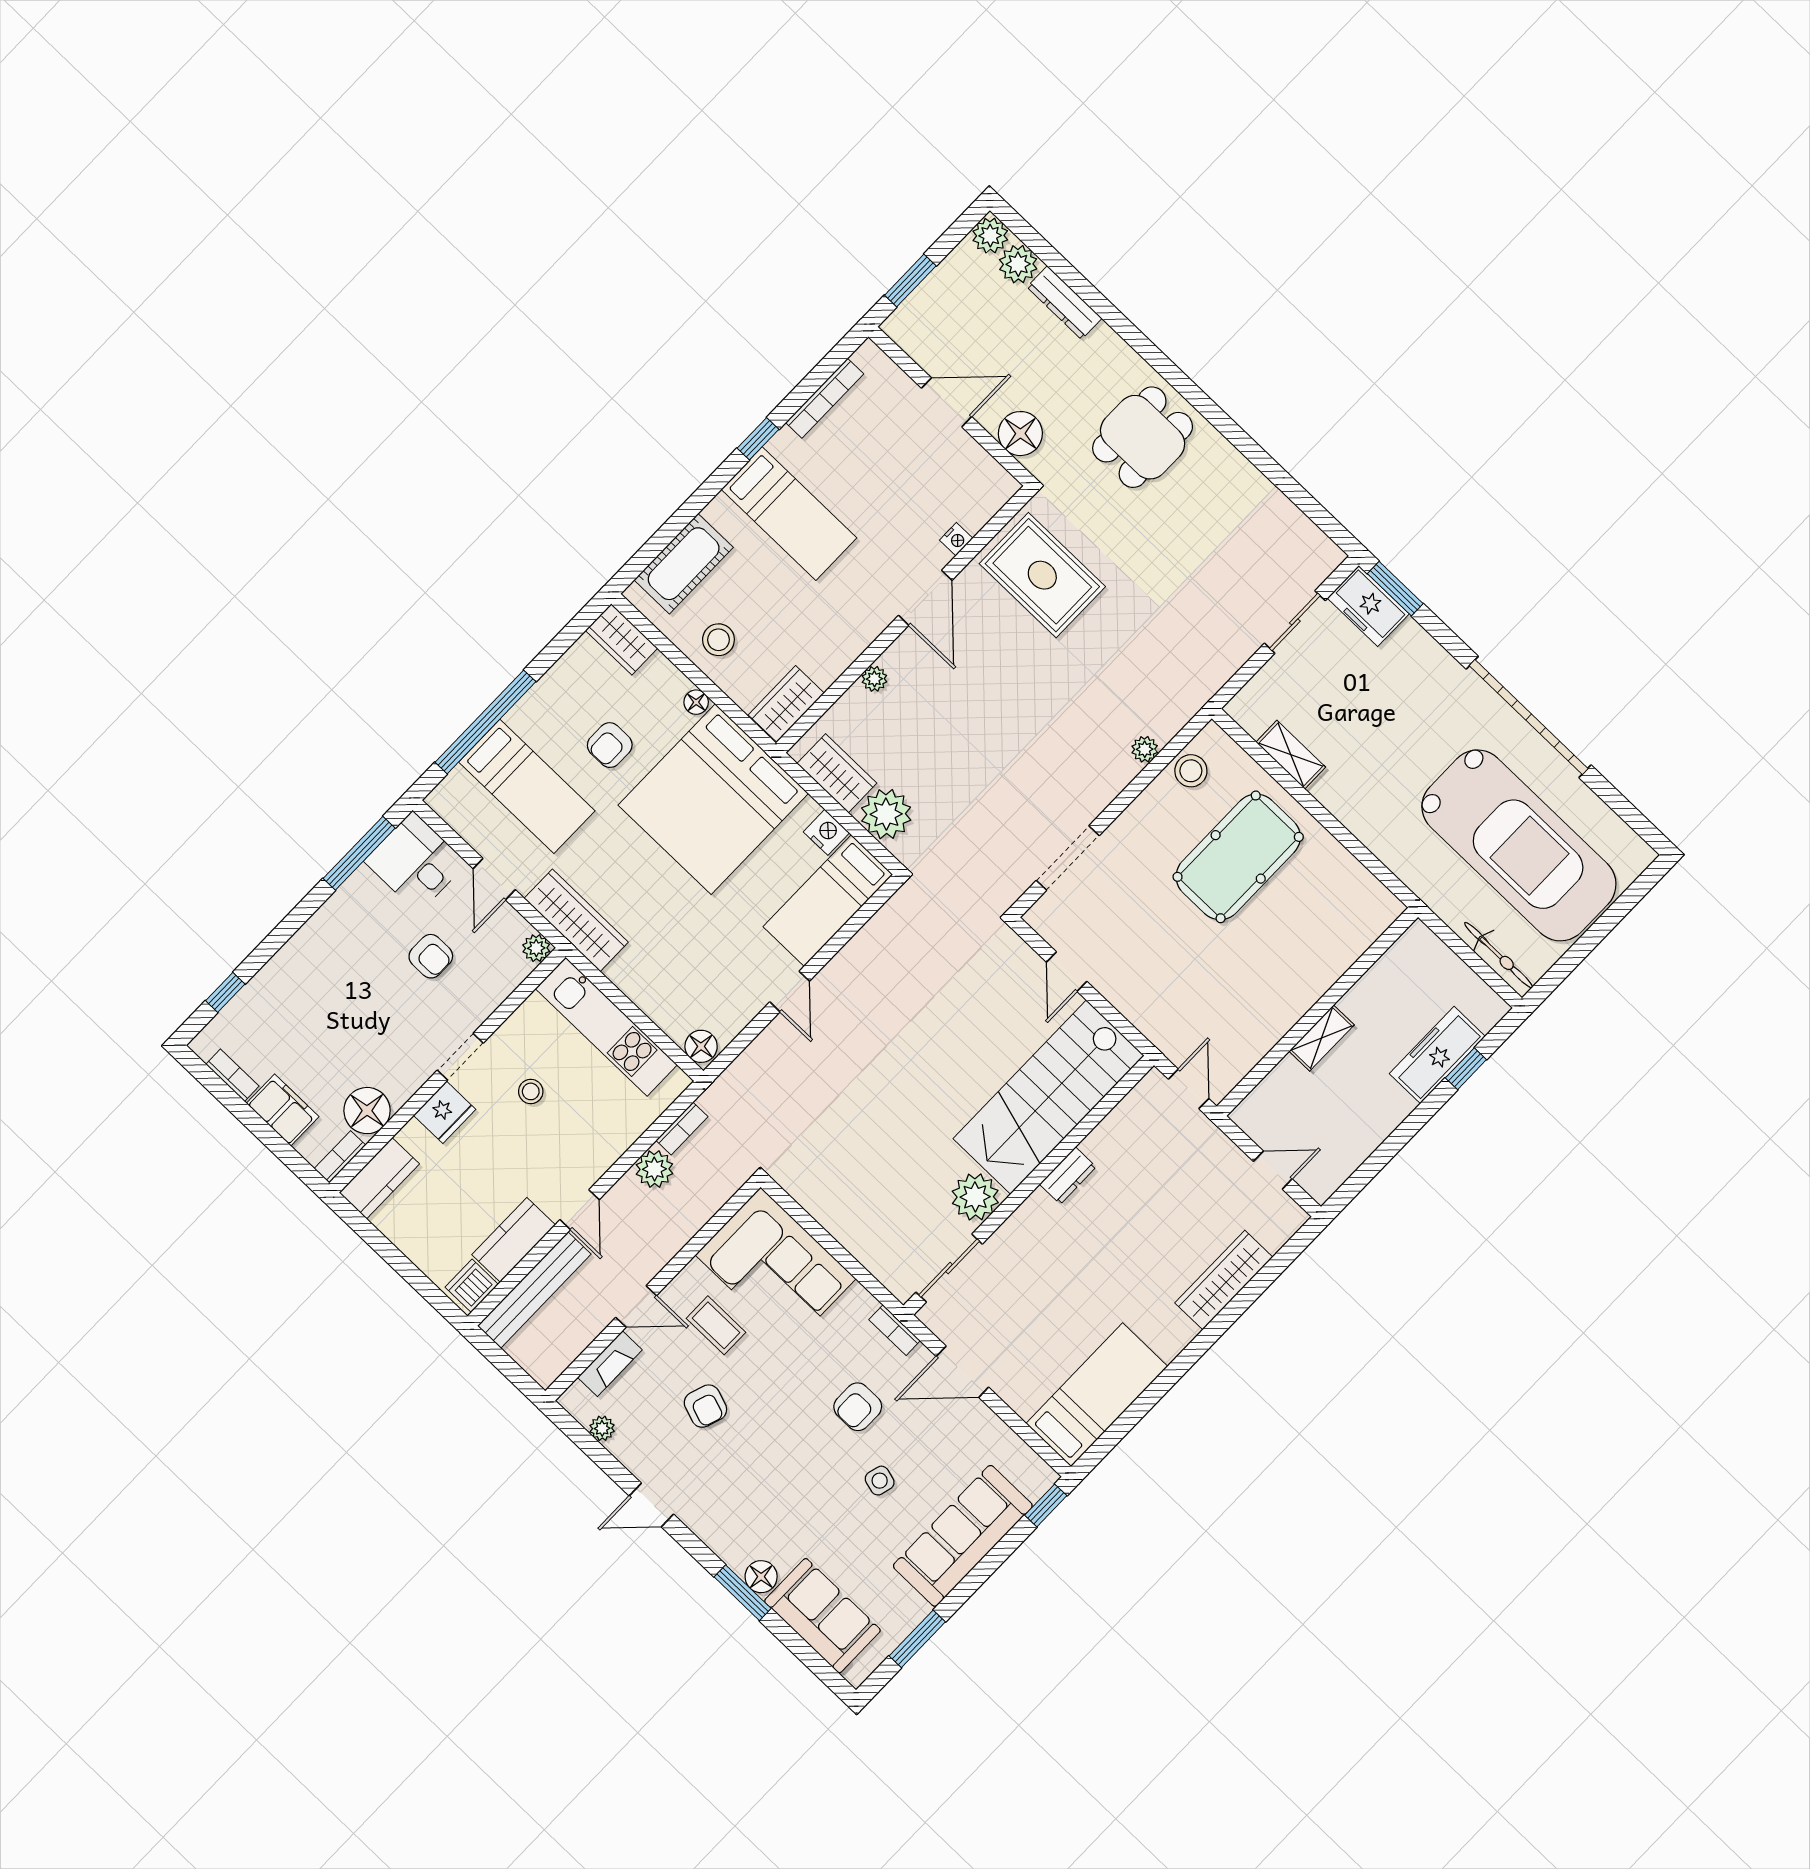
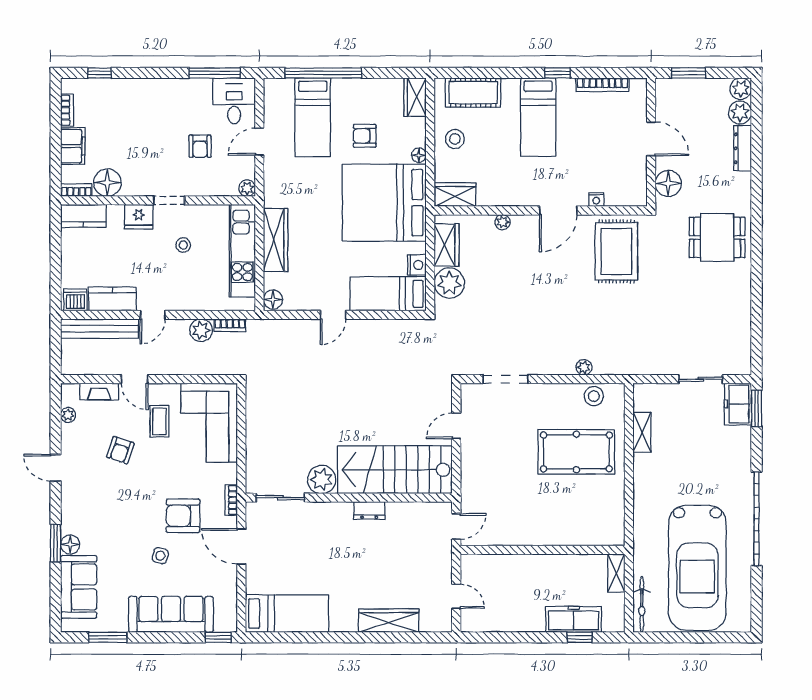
wardrobe: (576, 920) -> (276, 240), moved
shelving: (1322, 1038) -> (616, 573), moved, turned 90
armchair: (858, 1407) -> (183, 516), width x1.38, depth x1.38

